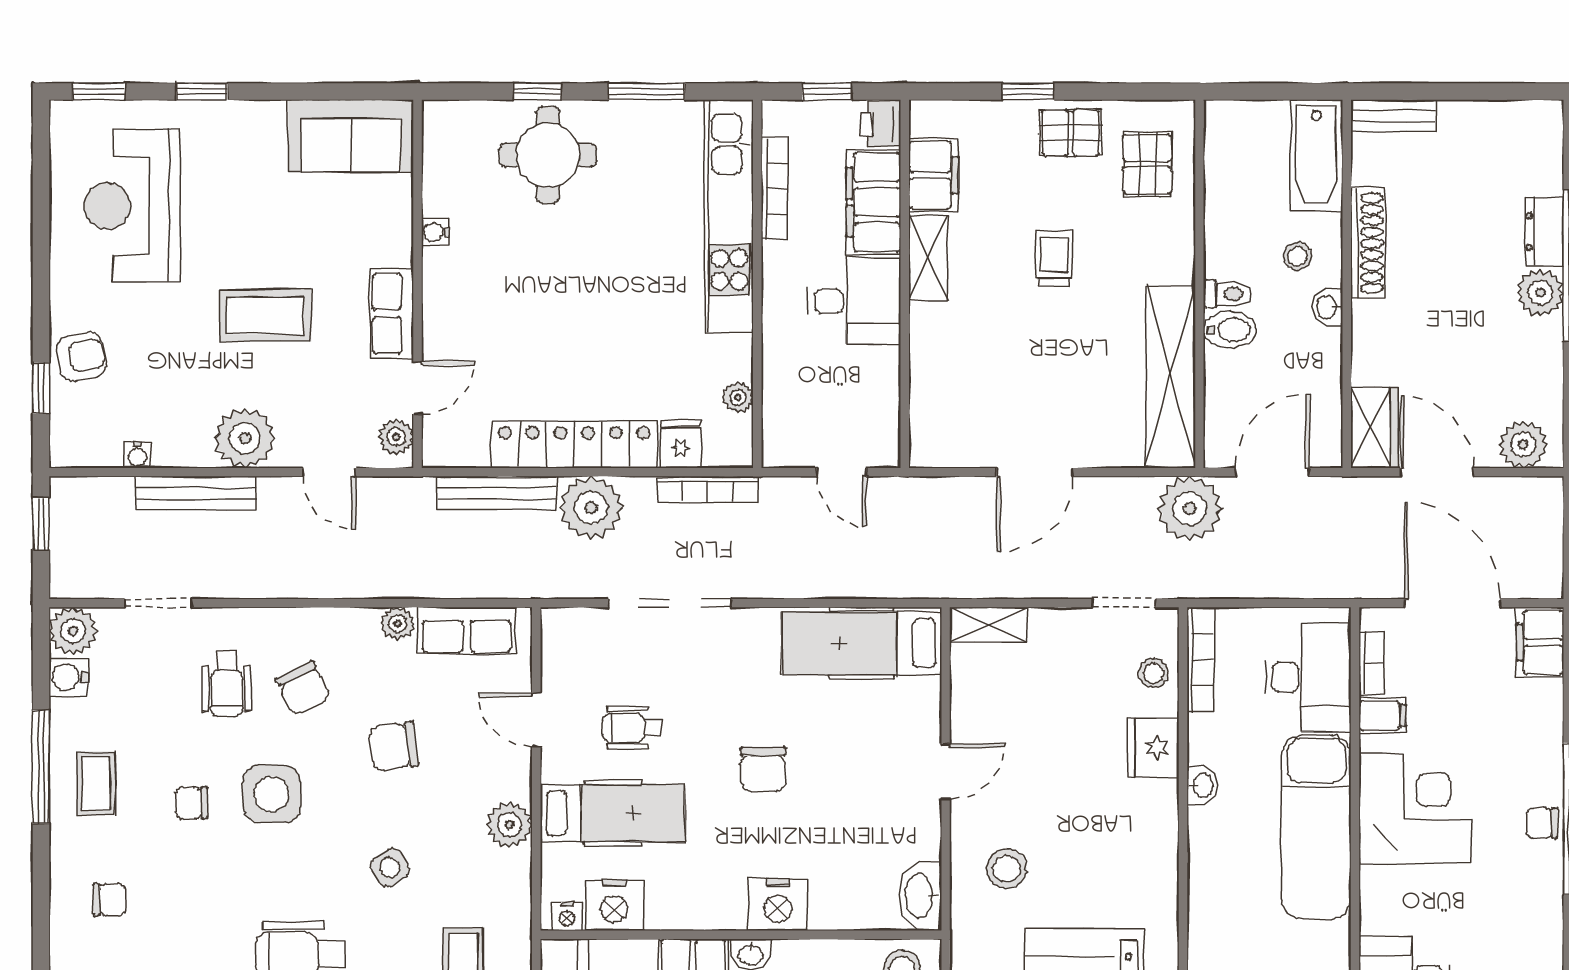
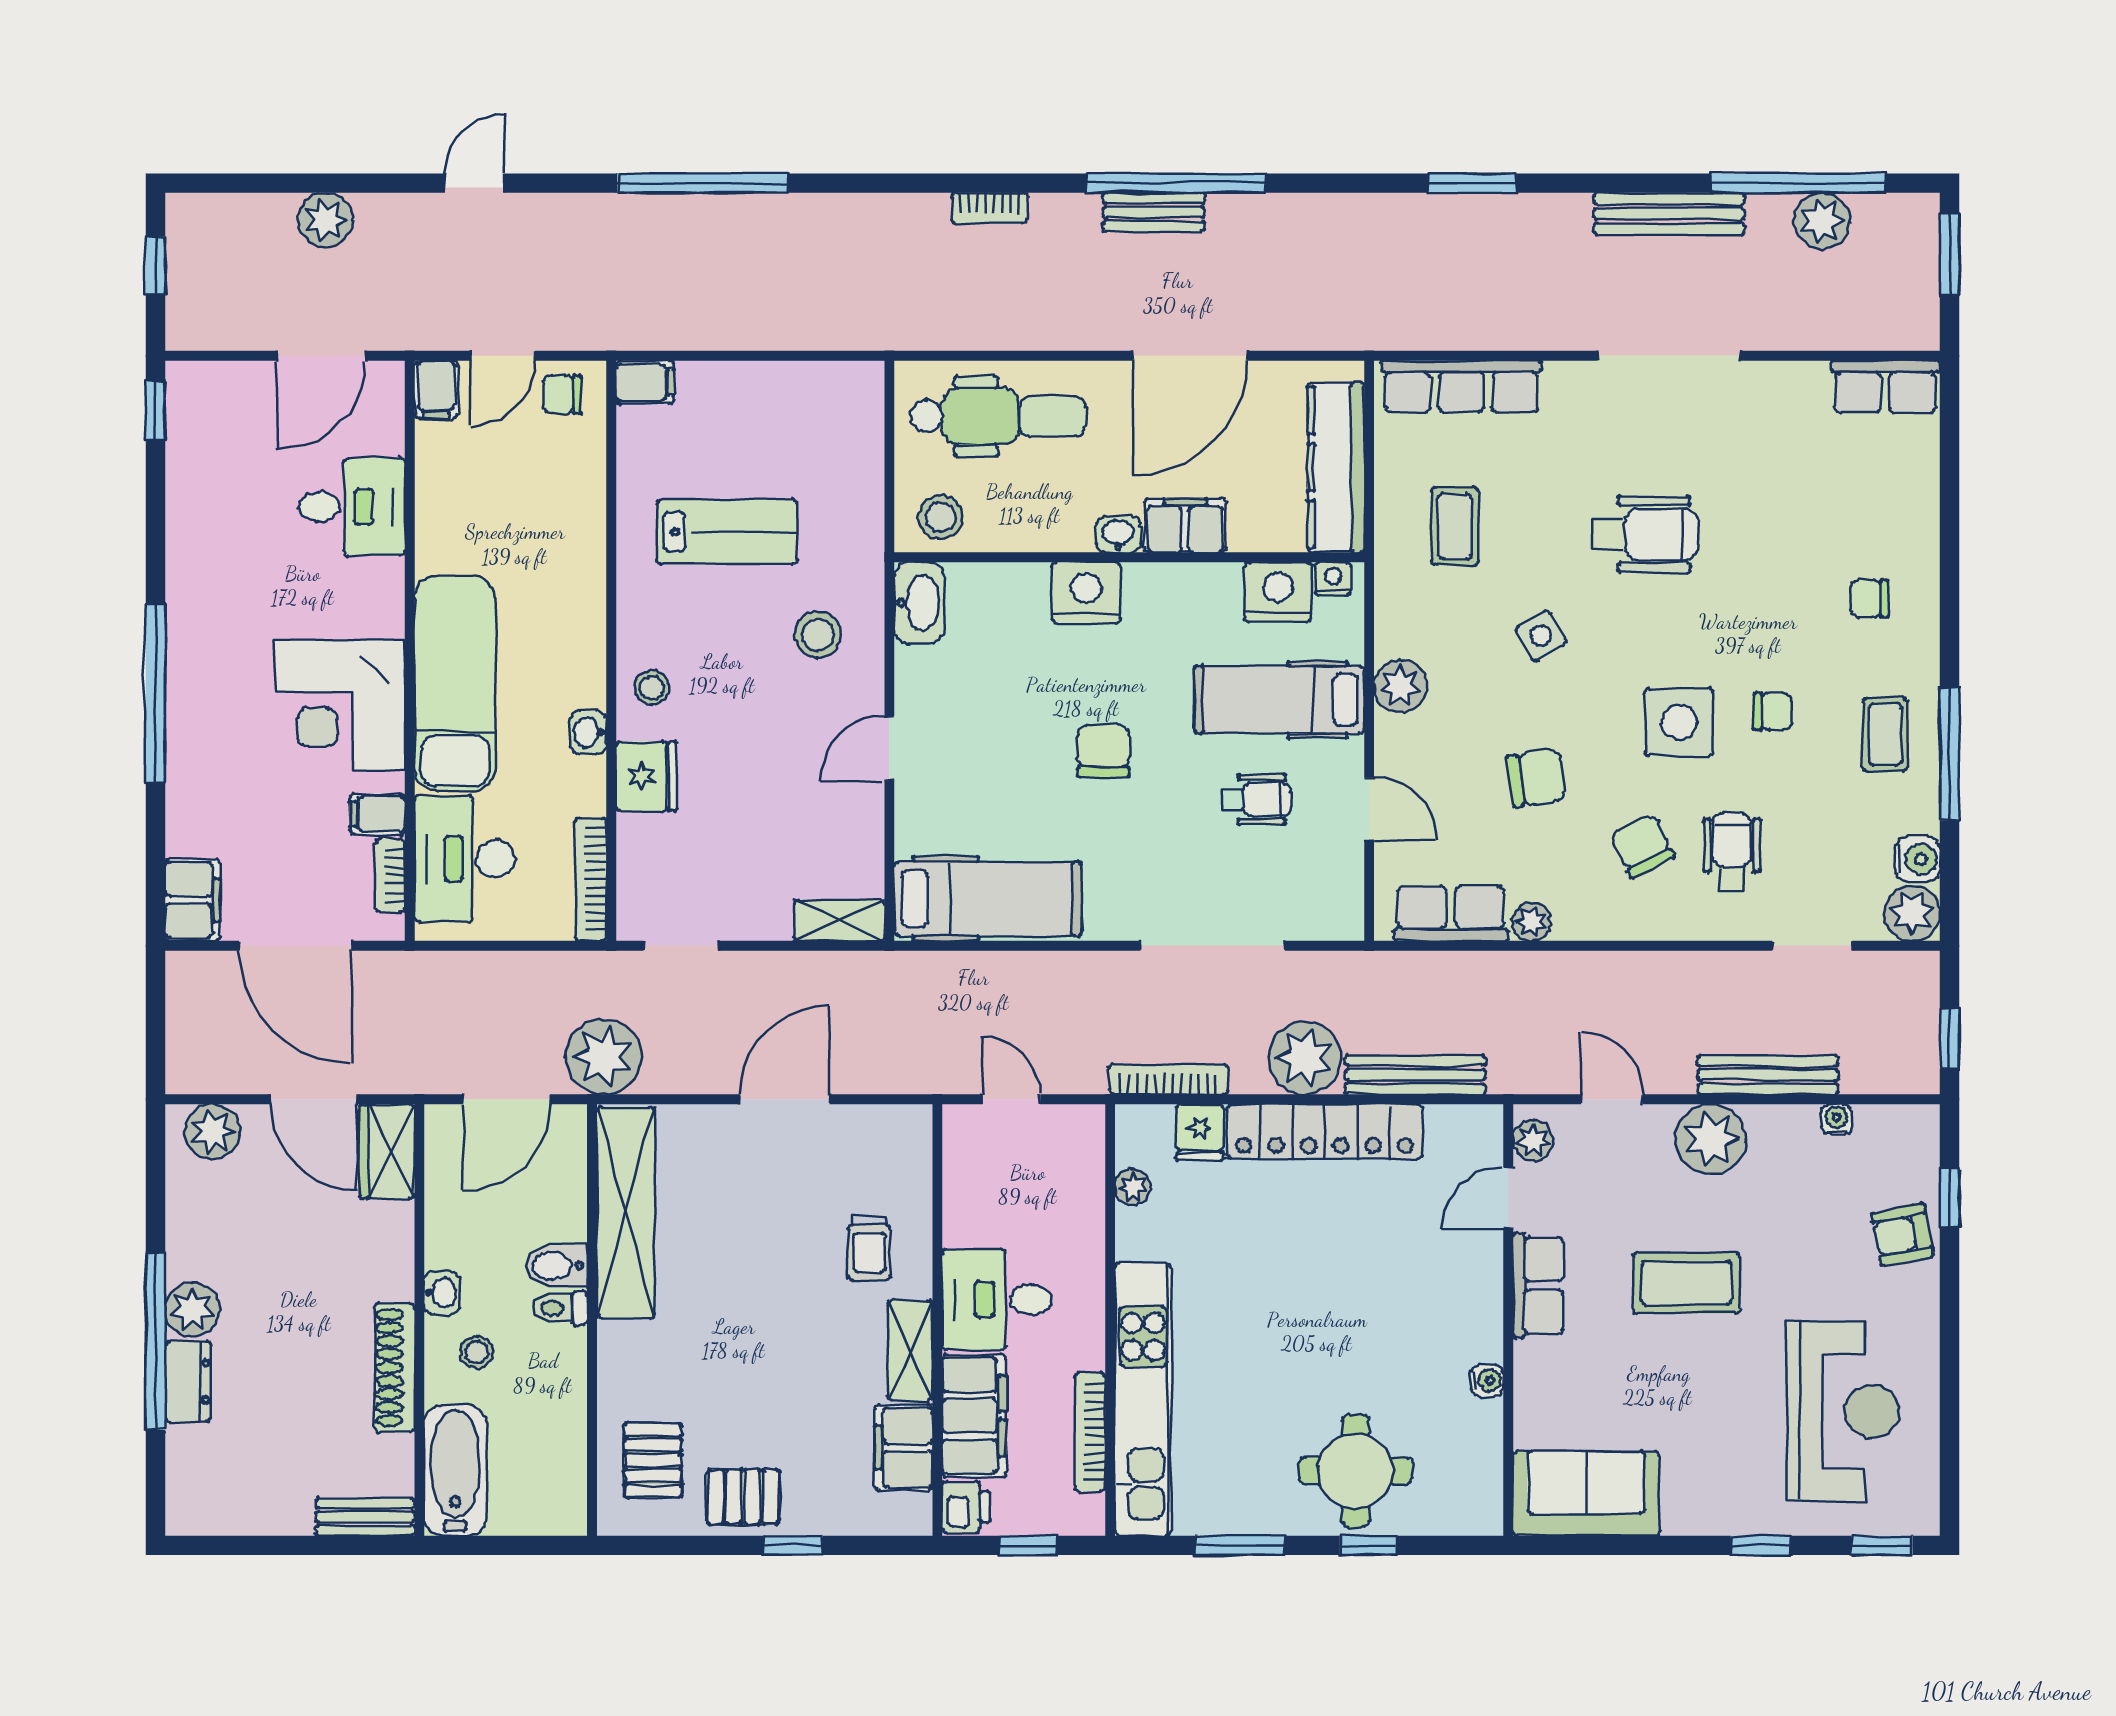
trolley: (1054, 259) -> (869, 1248), moved
stool: (1153, 673) -> (652, 688), moved
chair: (1542, 823) -> (190, 688), removed

